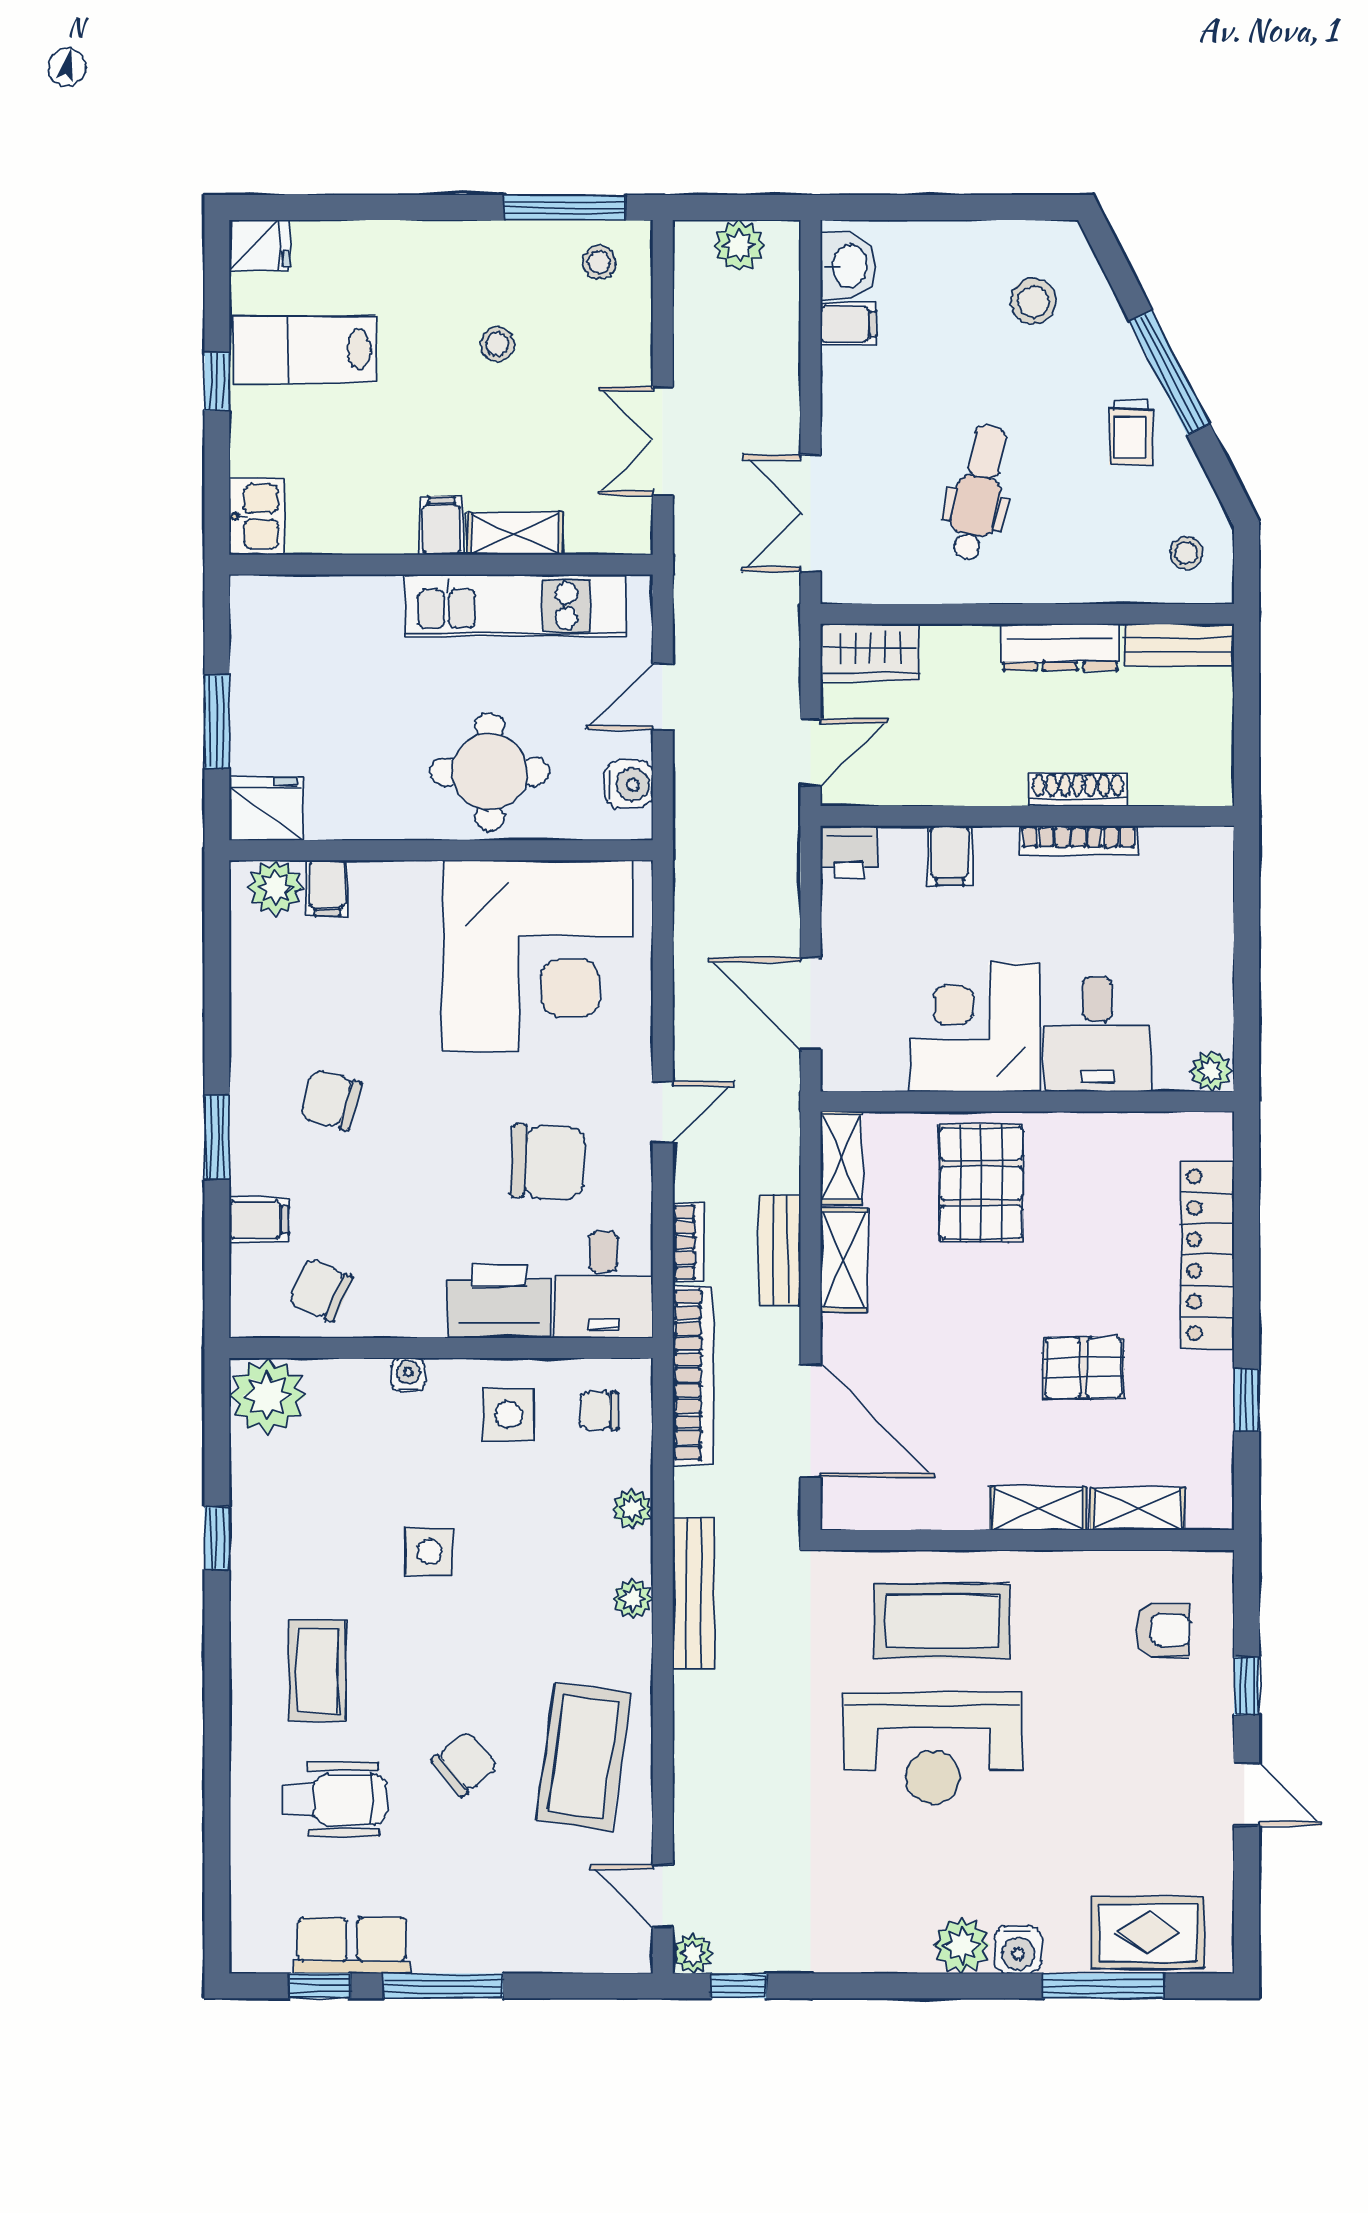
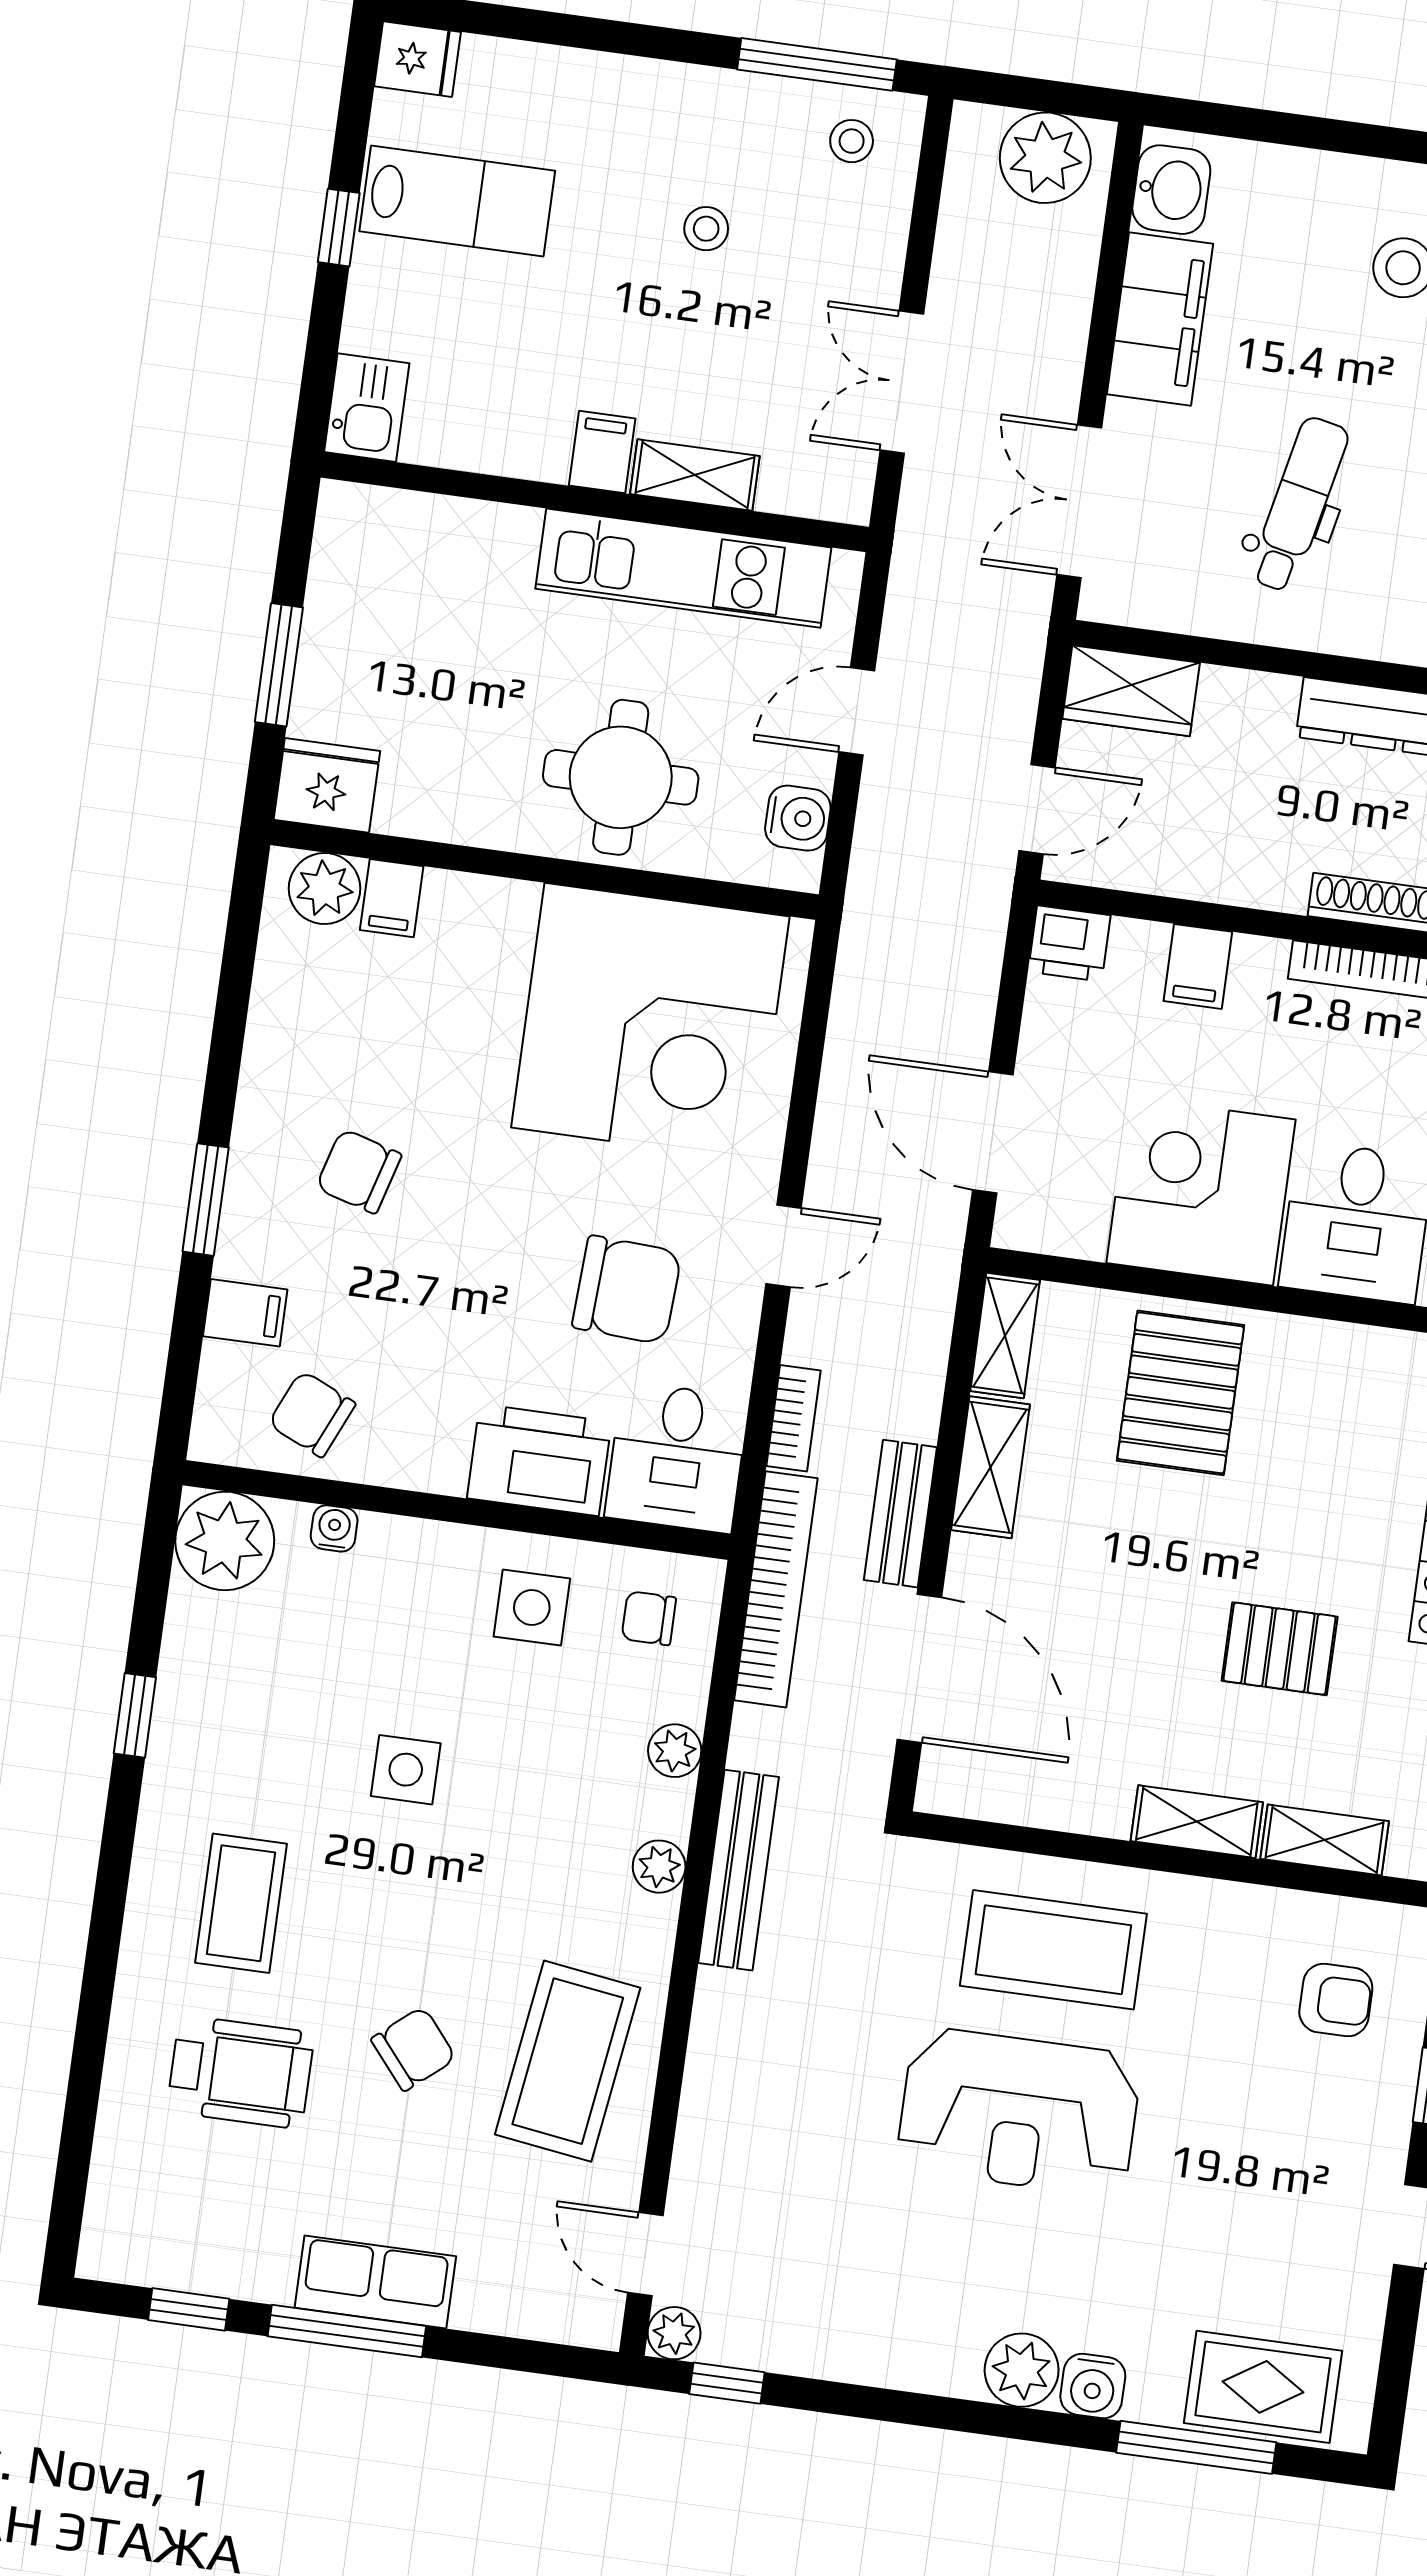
plant: (739, 245) -> (1045, 158), width x1.36, depth x1.36
filing cabinet: (848, 324) -> (1160, 319), width x3.00, depth x1.17
lab bench: (305, 349) -> (457, 201), turned 180
bench: (780, 1250) -> (900, 1514), moved
water cooler: (408, 1375) -> (334, 1528), moved
row of seats: (352, 1945) -> (375, 2282), moved

